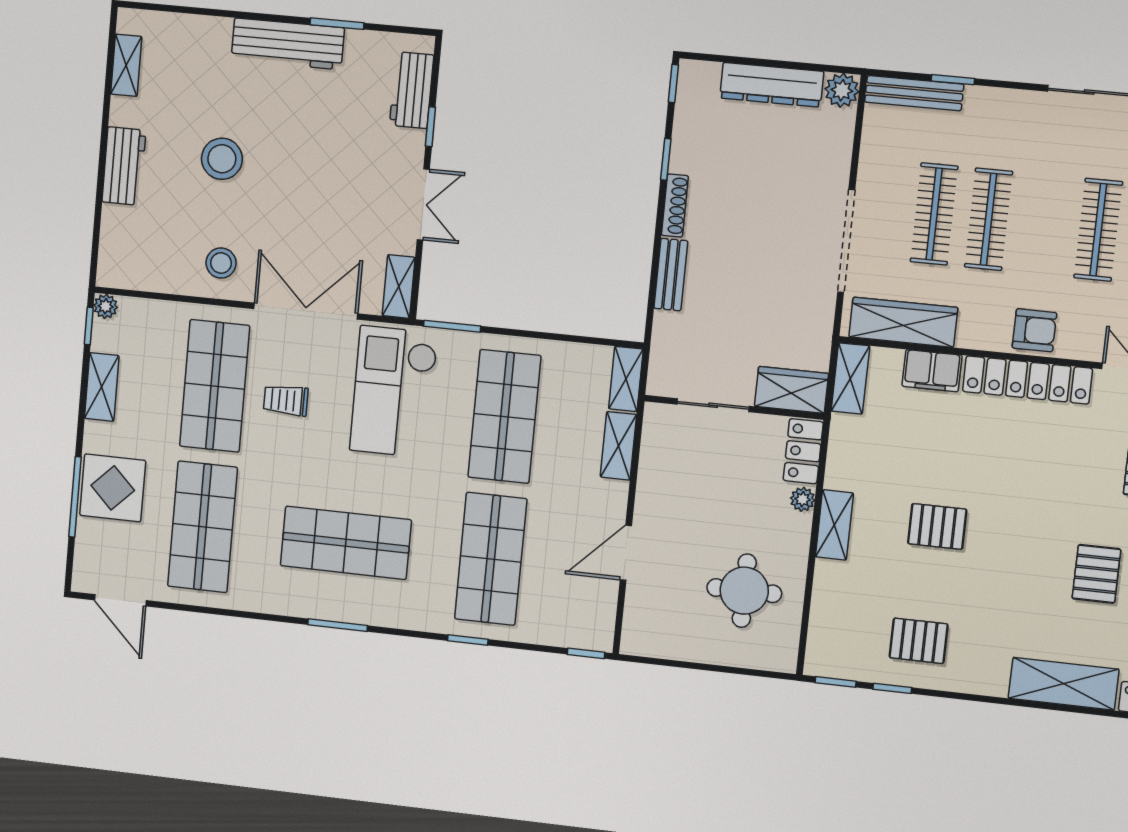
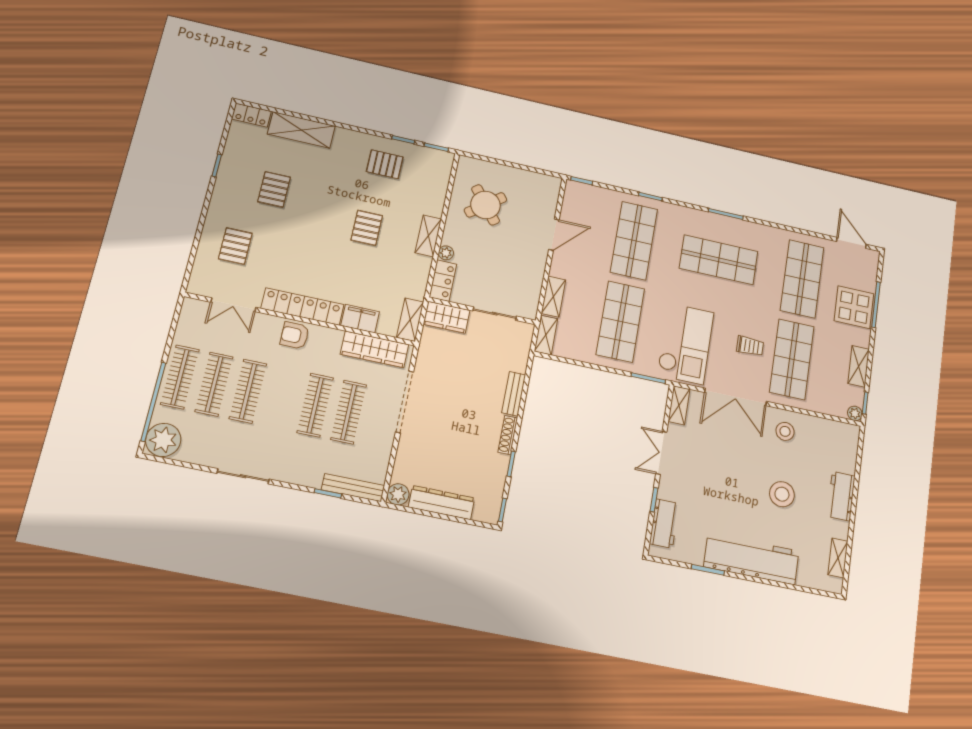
workbench: (288, 44) -> (751, 559), width x1.36, depth x1.32
pallet: (937, 526) -> (367, 228), turned 90
round table: (744, 591) -> (485, 205), turned -38

